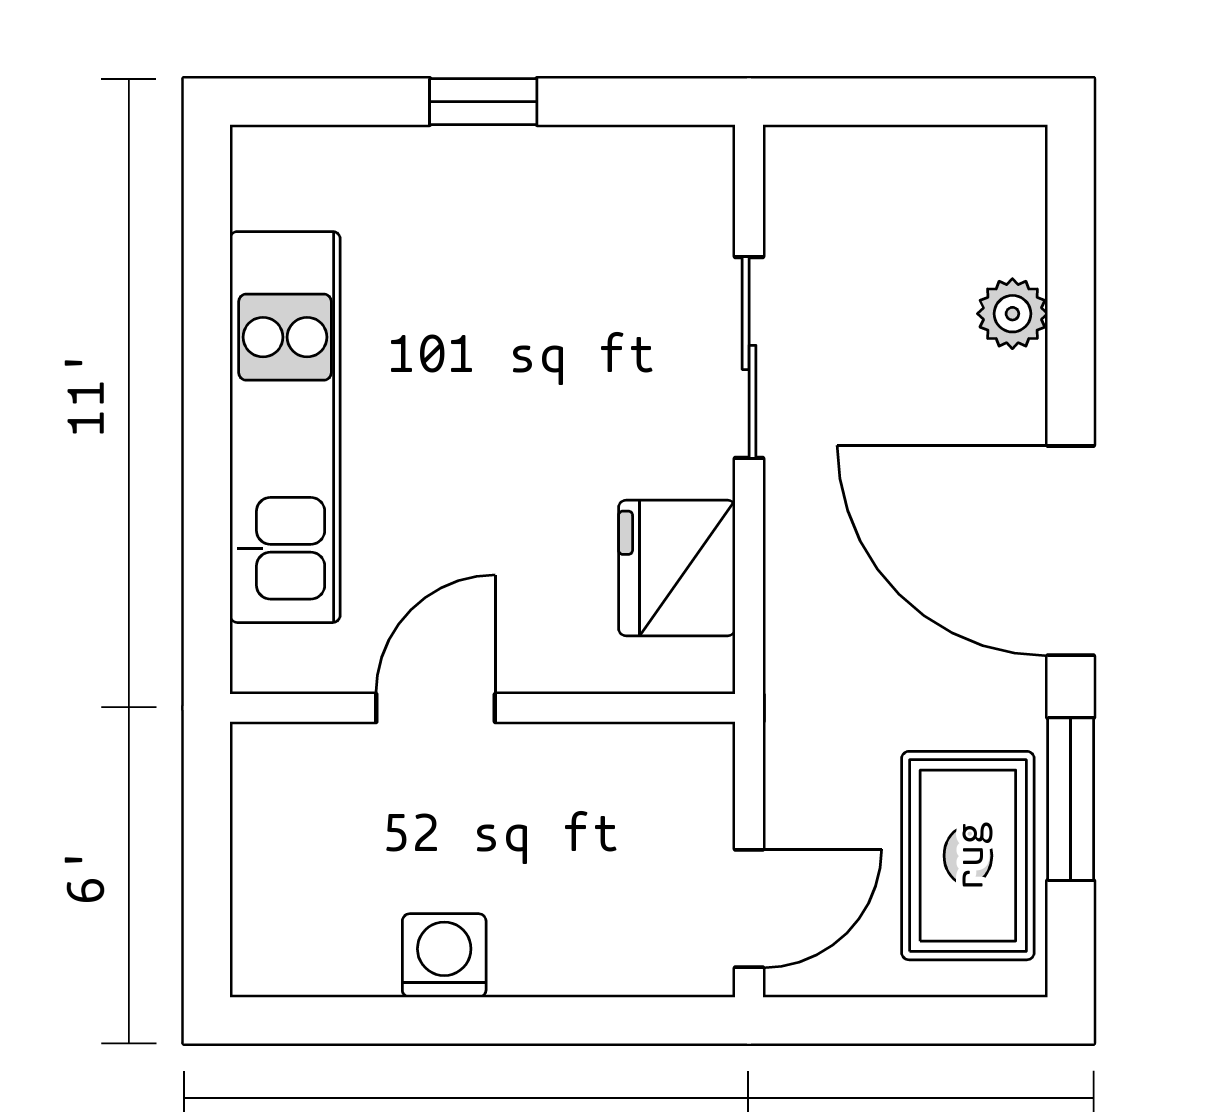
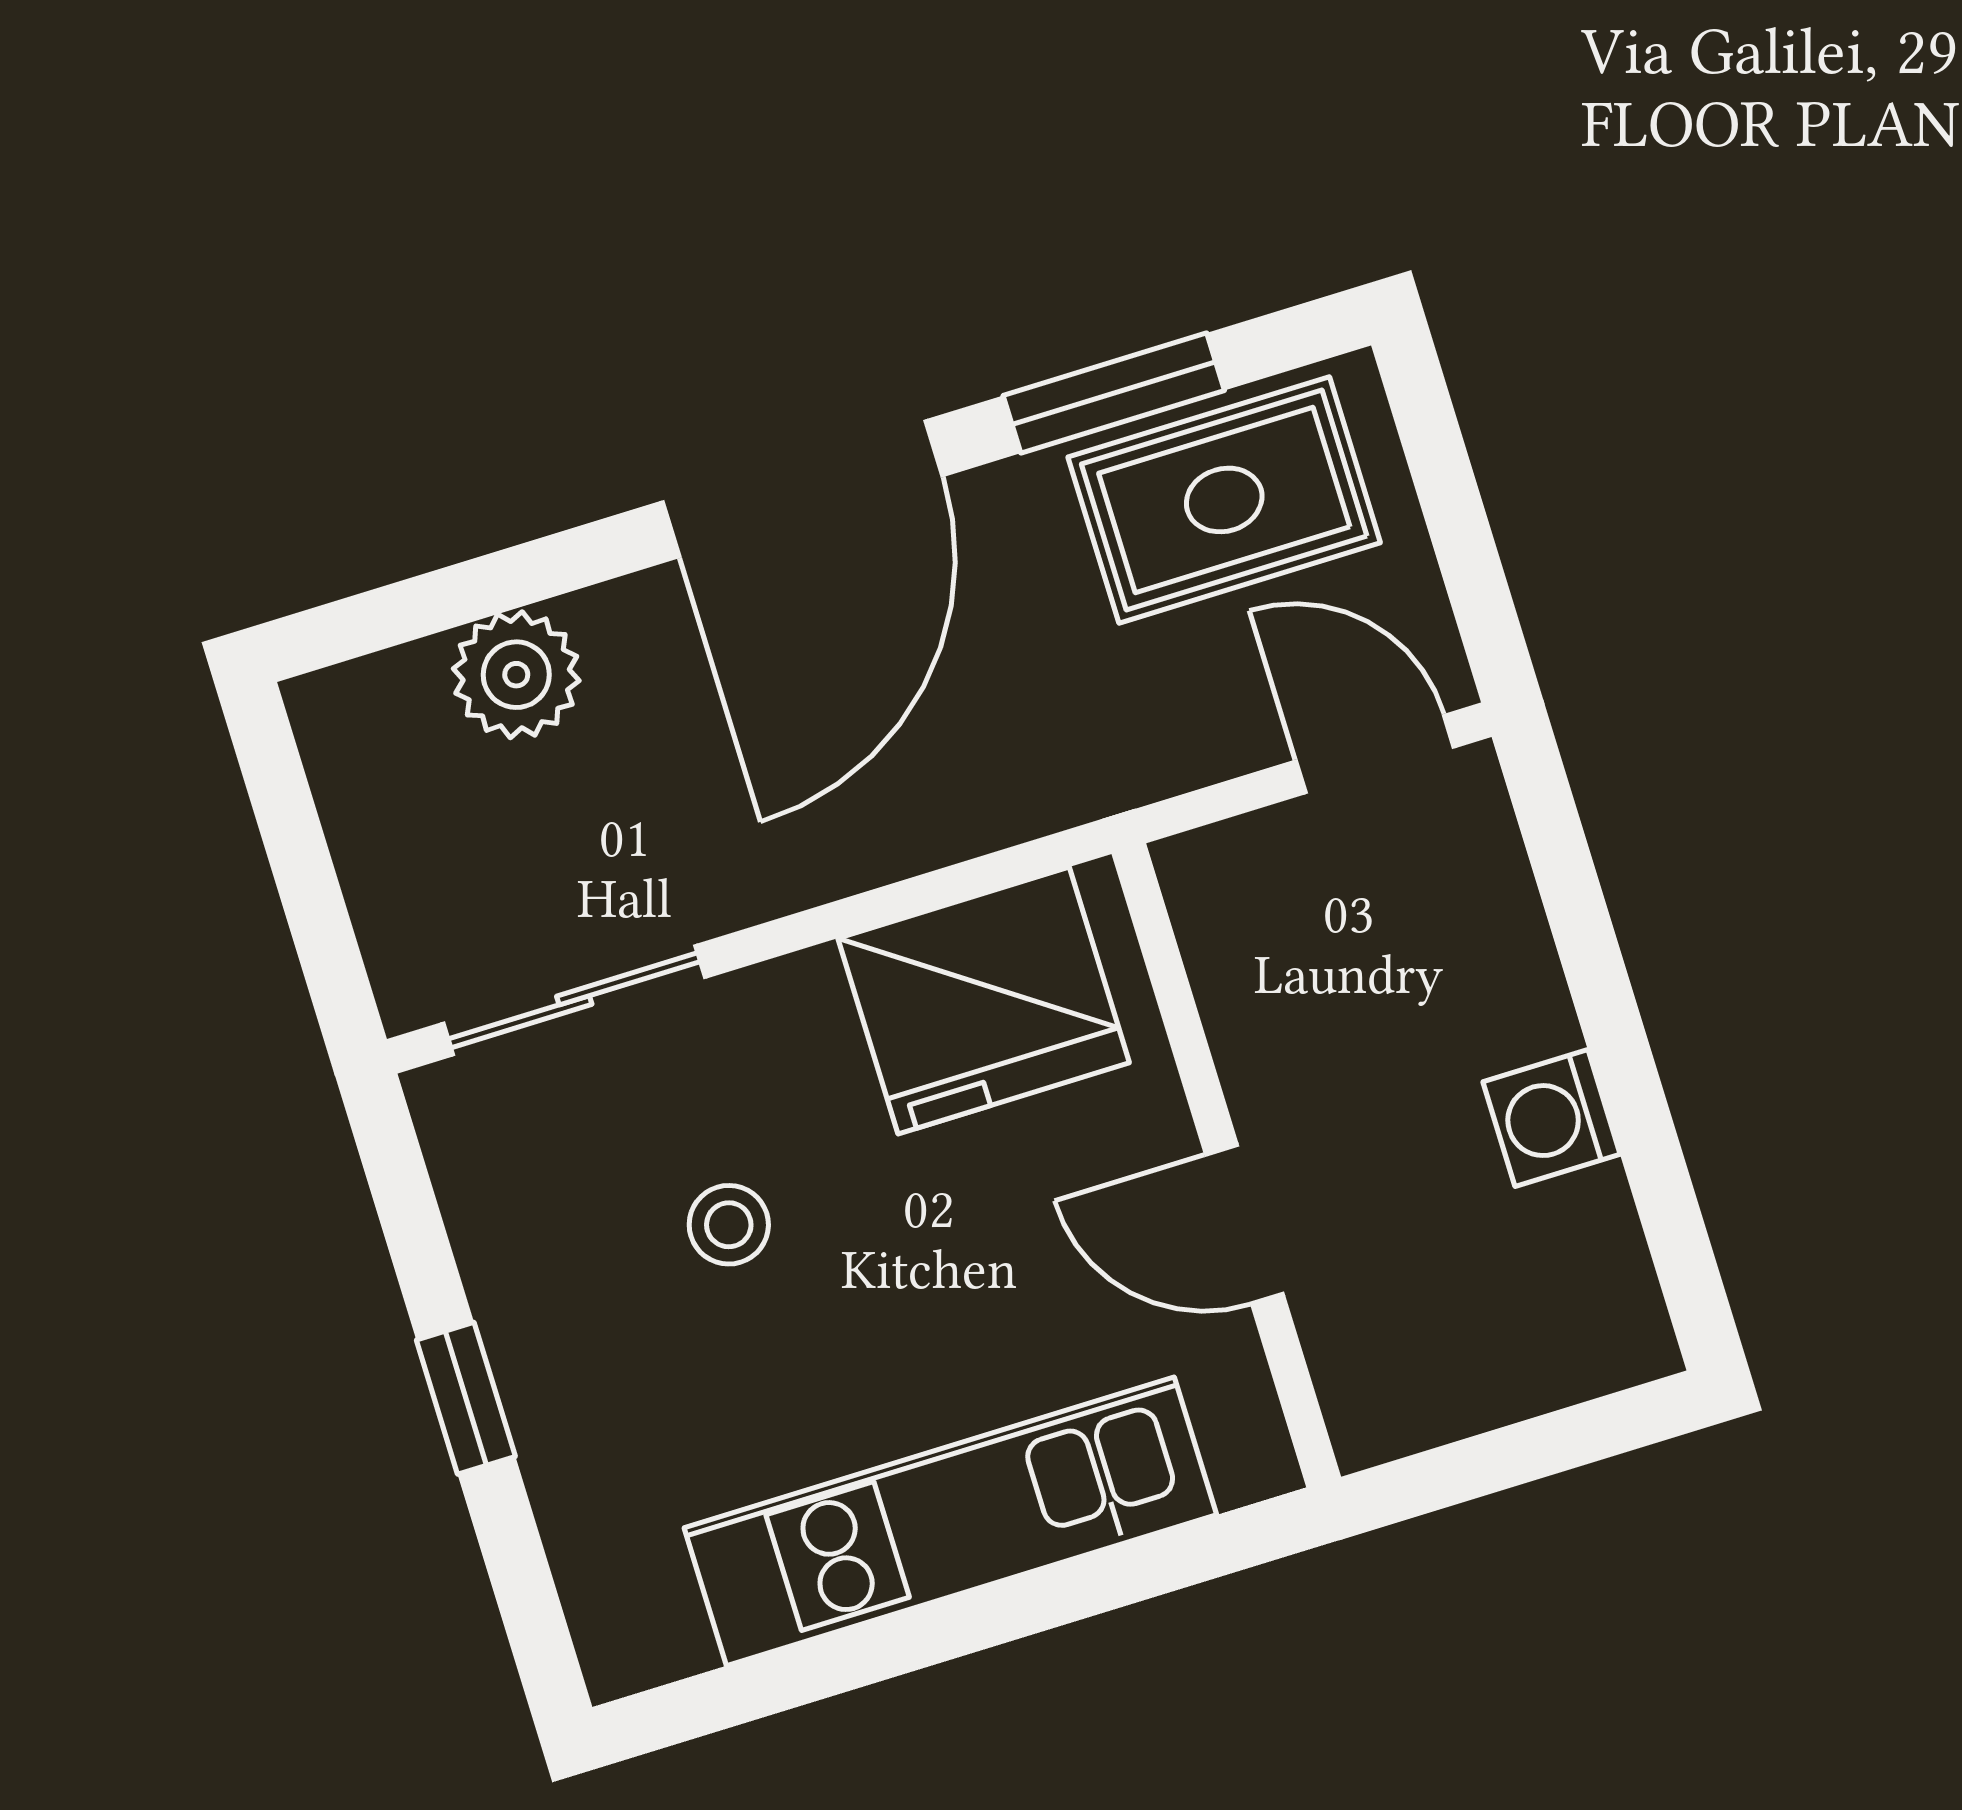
plant: (1012, 314) -> (516, 675), width x1.38, depth x1.38
stool: (551, 332) -> (729, 1225), added
sliding door: (749, 357) -> (574, 1000), moved
fridge: (677, 568) -> (984, 1000), width x1.36, depth x1.34

